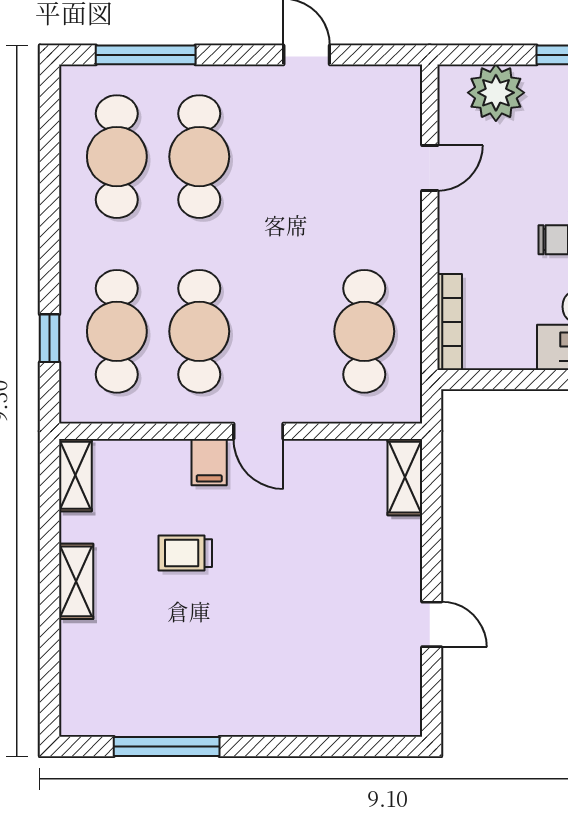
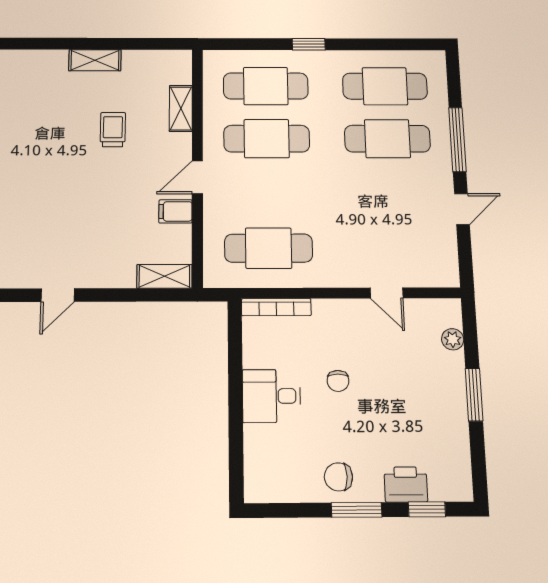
window: (146, 55) -> (458, 139), moved
plant: (496, 93) -> (453, 339), width x0.53, depth x0.53
window: (49, 338) -> (309, 44), moved
filing cabinet: (209, 462) -> (175, 211), moved
shelving: (75, 475) -> (181, 108), moved, turned 90

